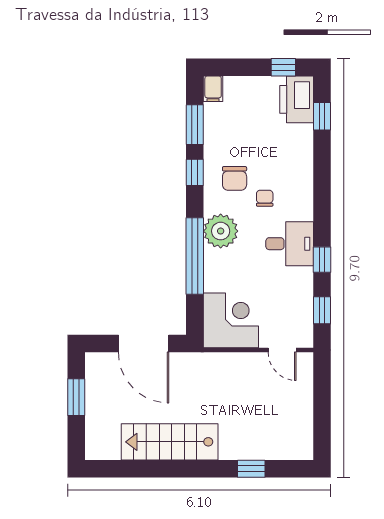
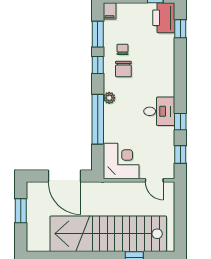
chair: (265, 198) -> (122, 49), moved
plant: (221, 231) -> (109, 98), width x0.53, depth x0.53
stairs: (170, 442) -> (108, 234), width x1.86, depth x1.51

